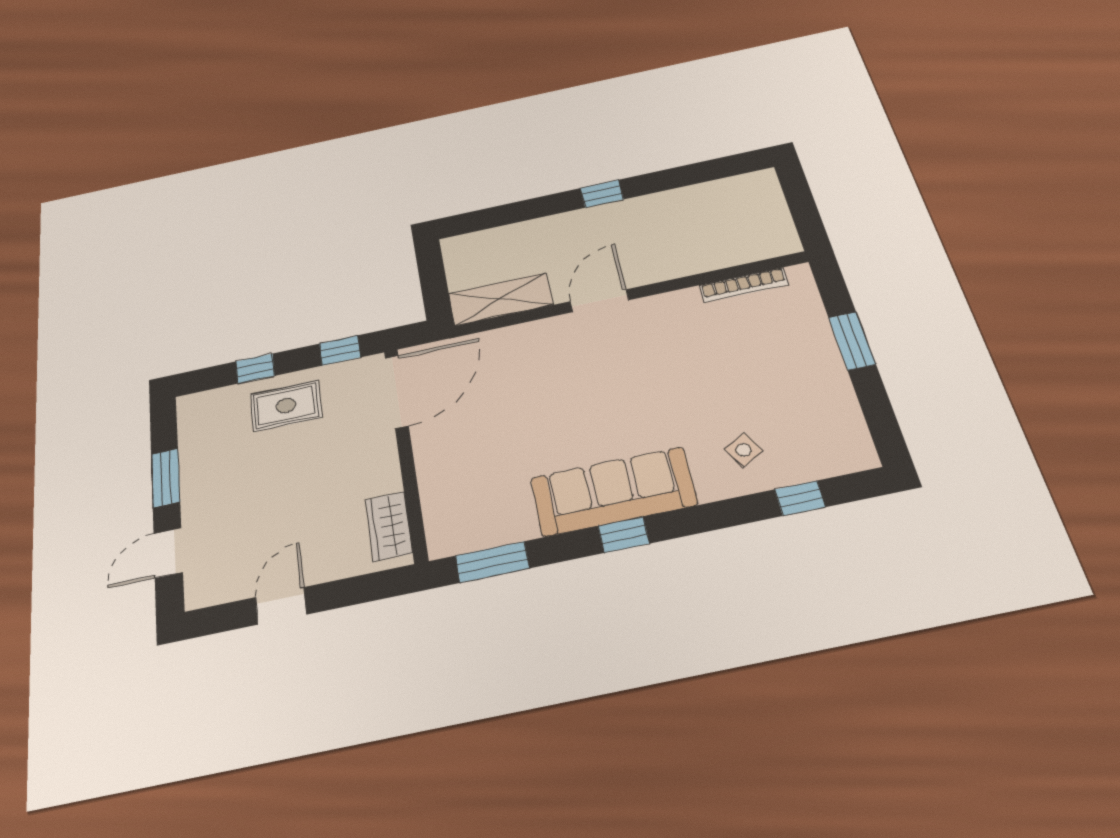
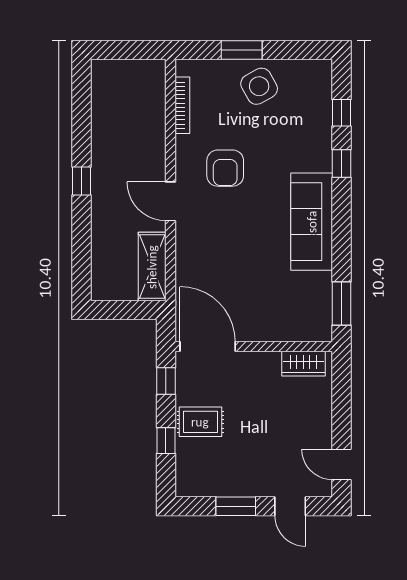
armchair: (666, 358) -> (225, 168), added
rug: (286, 406) -> (200, 422), turned 90
side table: (743, 450) -> (259, 86), moved, width x1.87, depth x1.87
window: (624, 535) -> (342, 164), moved
door: (281, 606) -> (342, 465), moved

